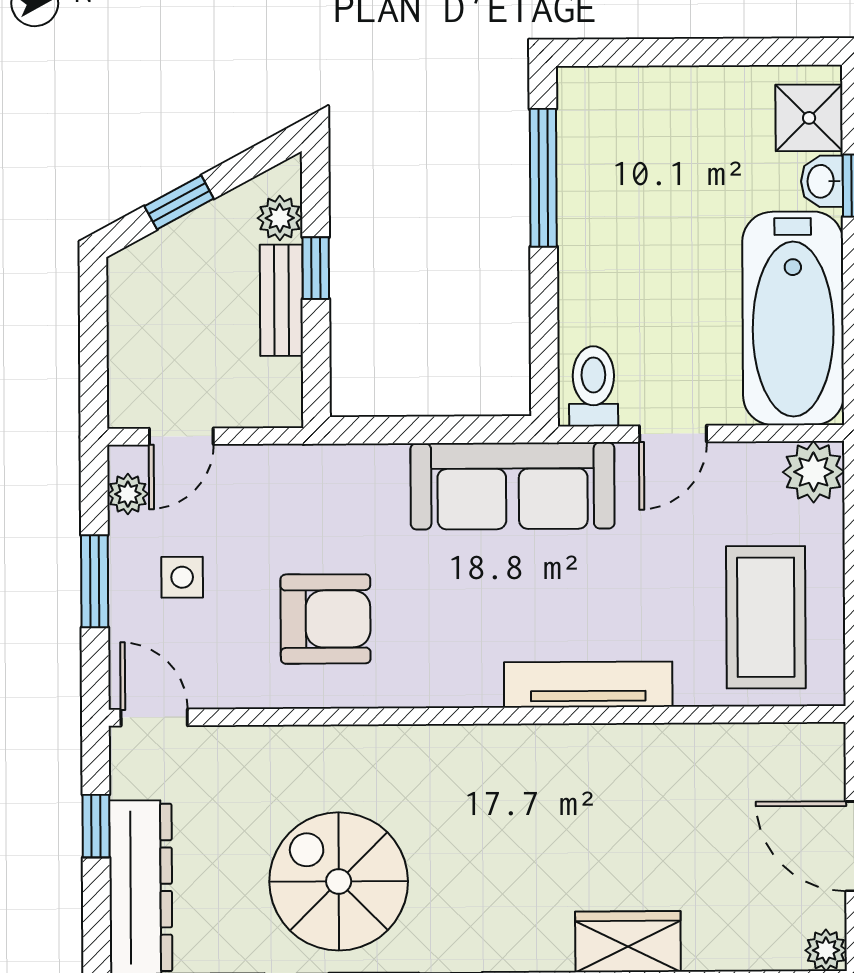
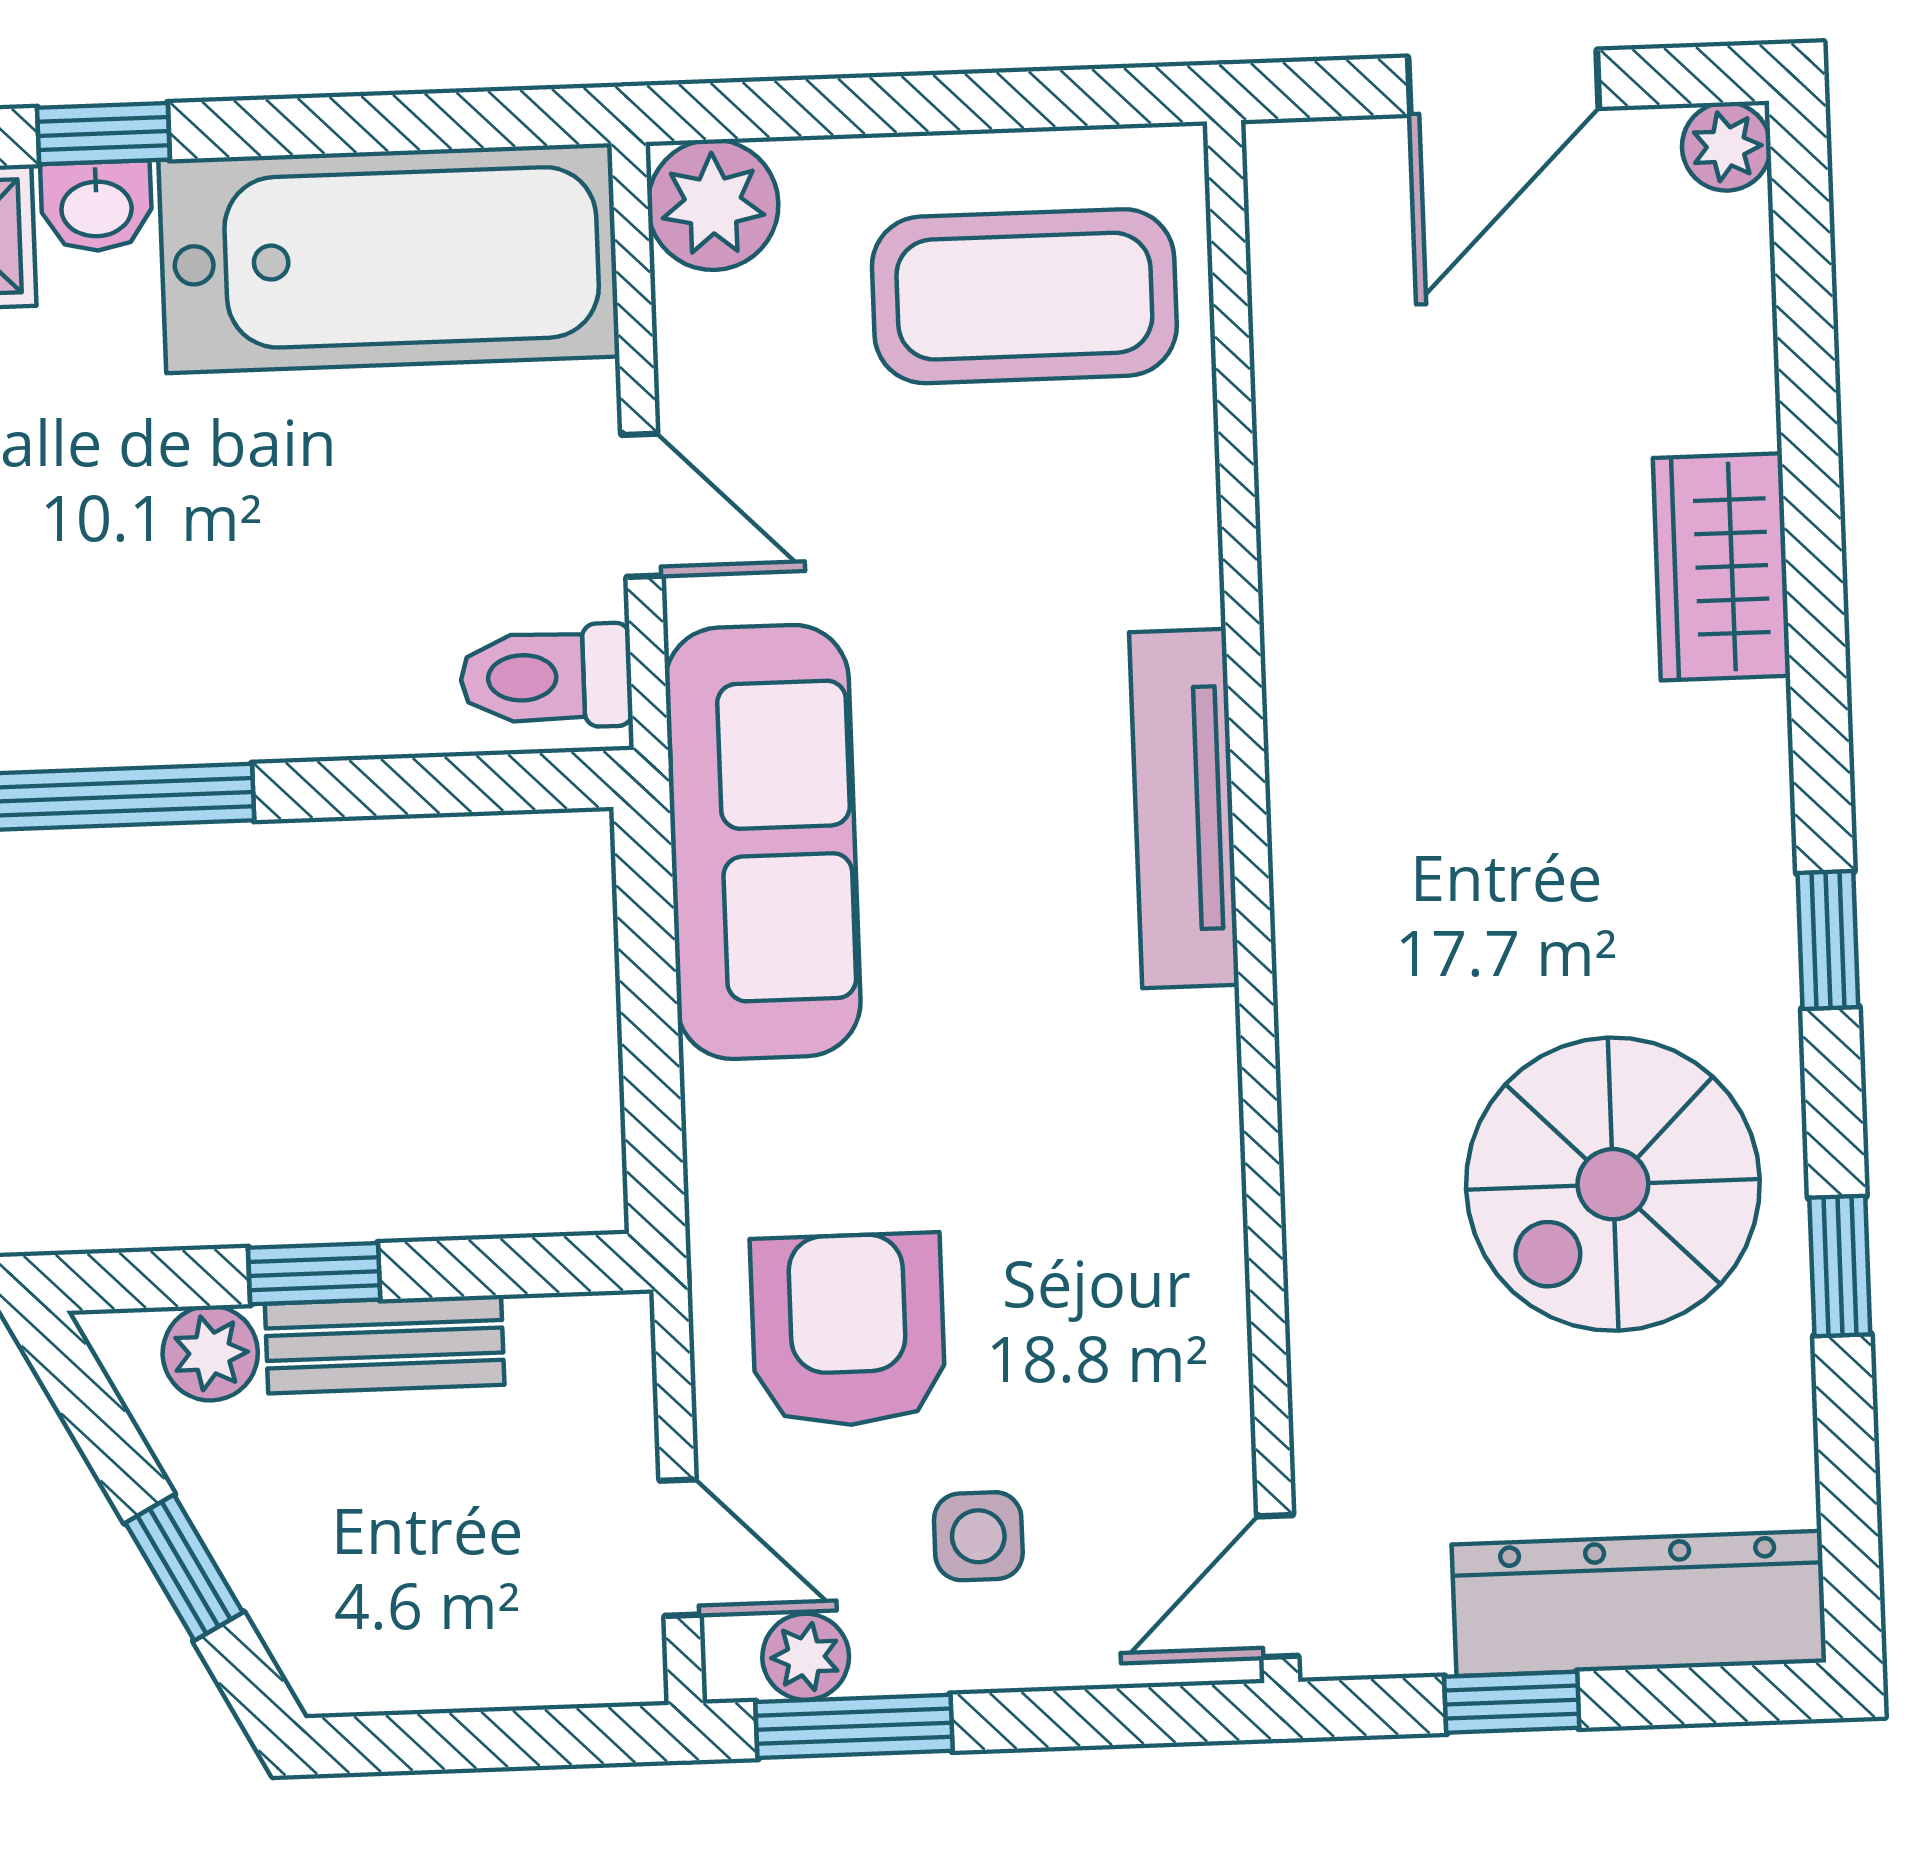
window: (95, 581) -> (854, 1726), moved
armchair: (326, 619) -> (848, 1330), moved
tv unit: (588, 685) -> (1184, 809), moved

